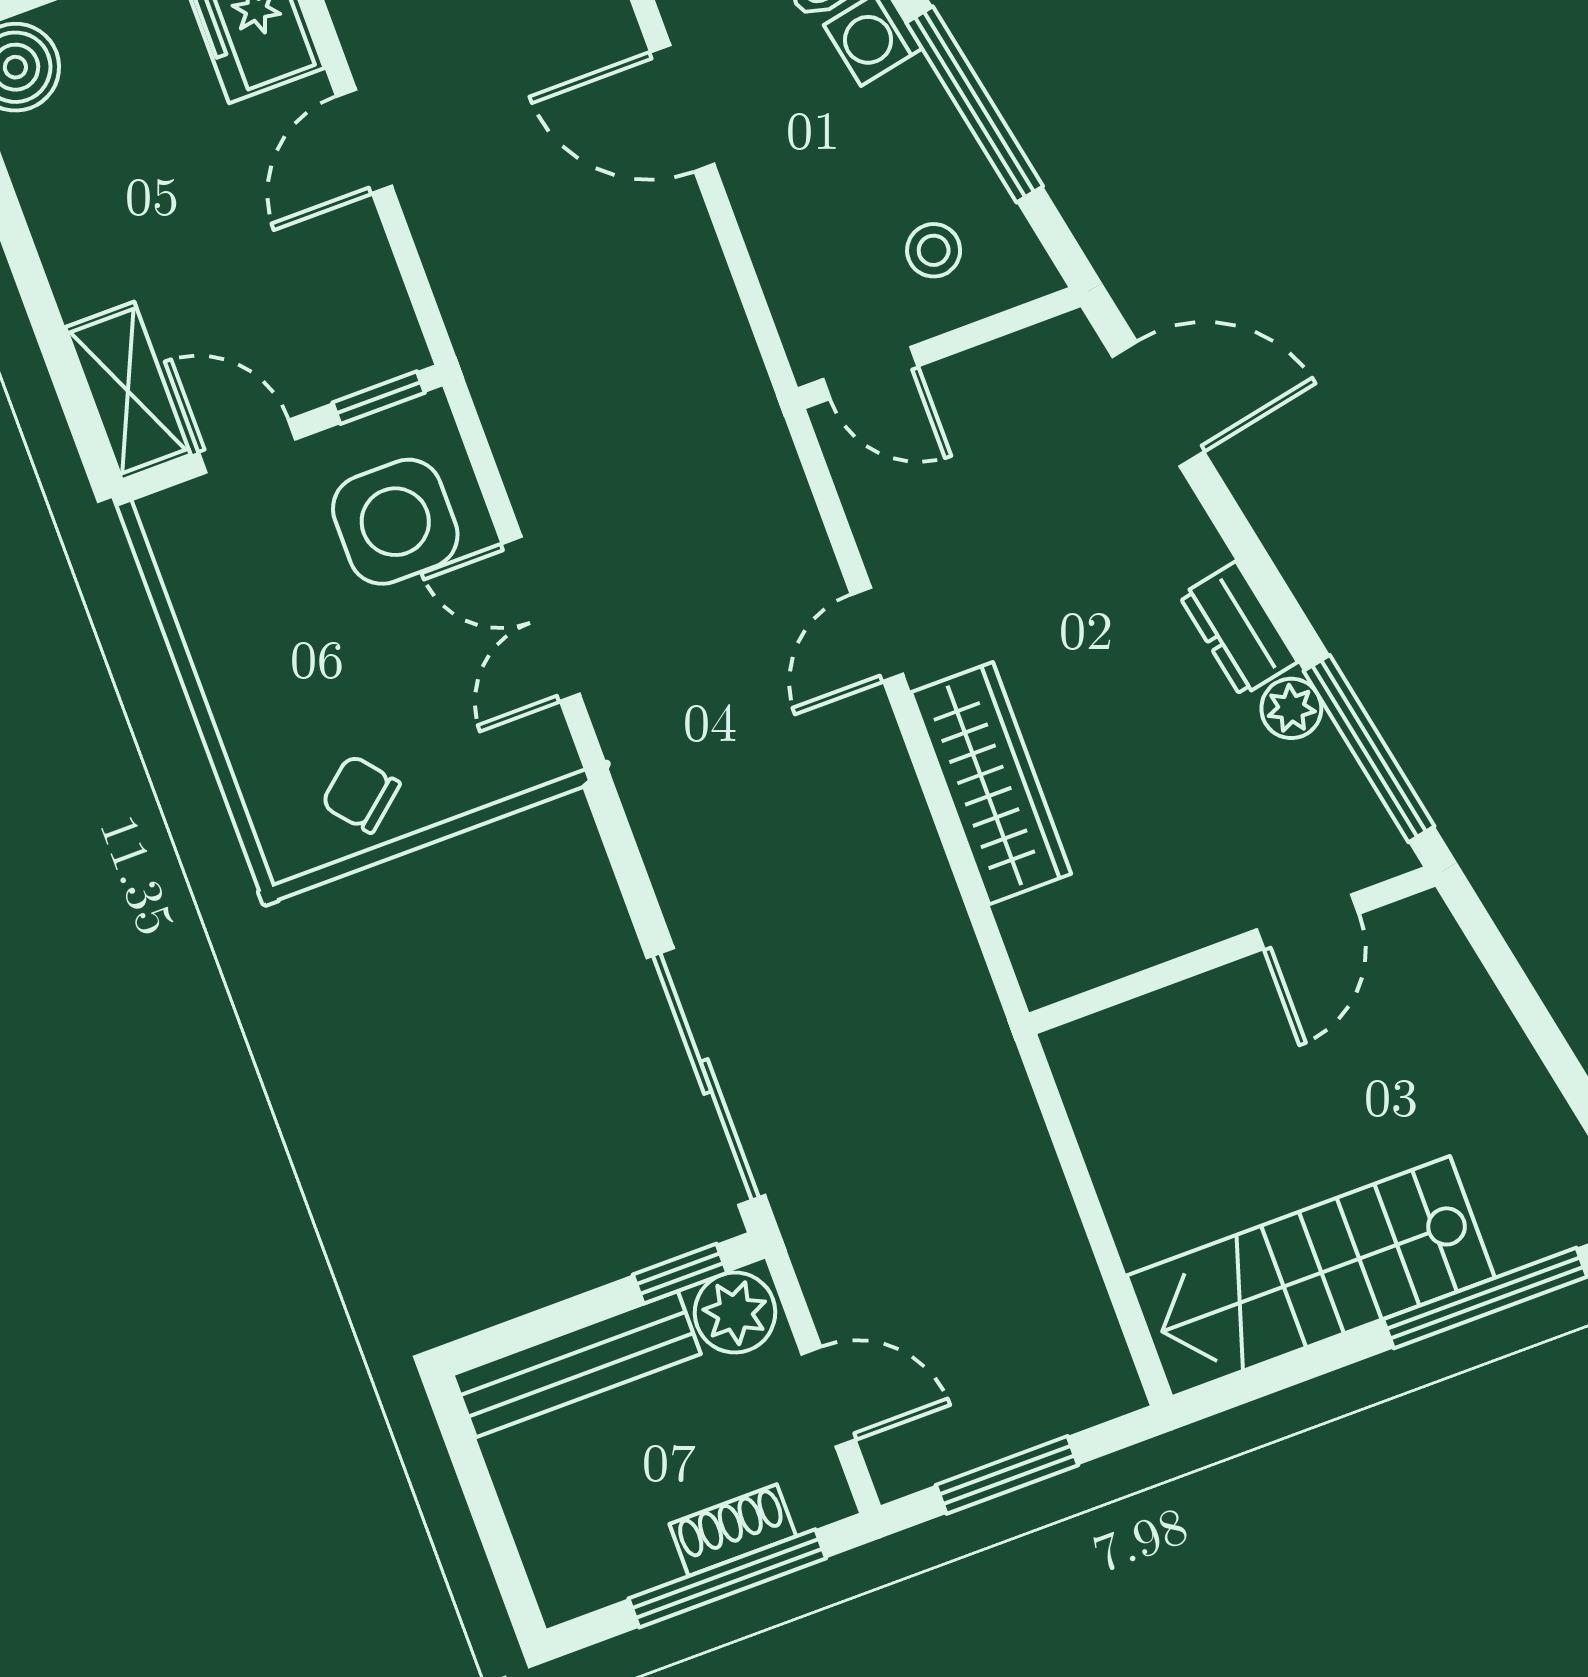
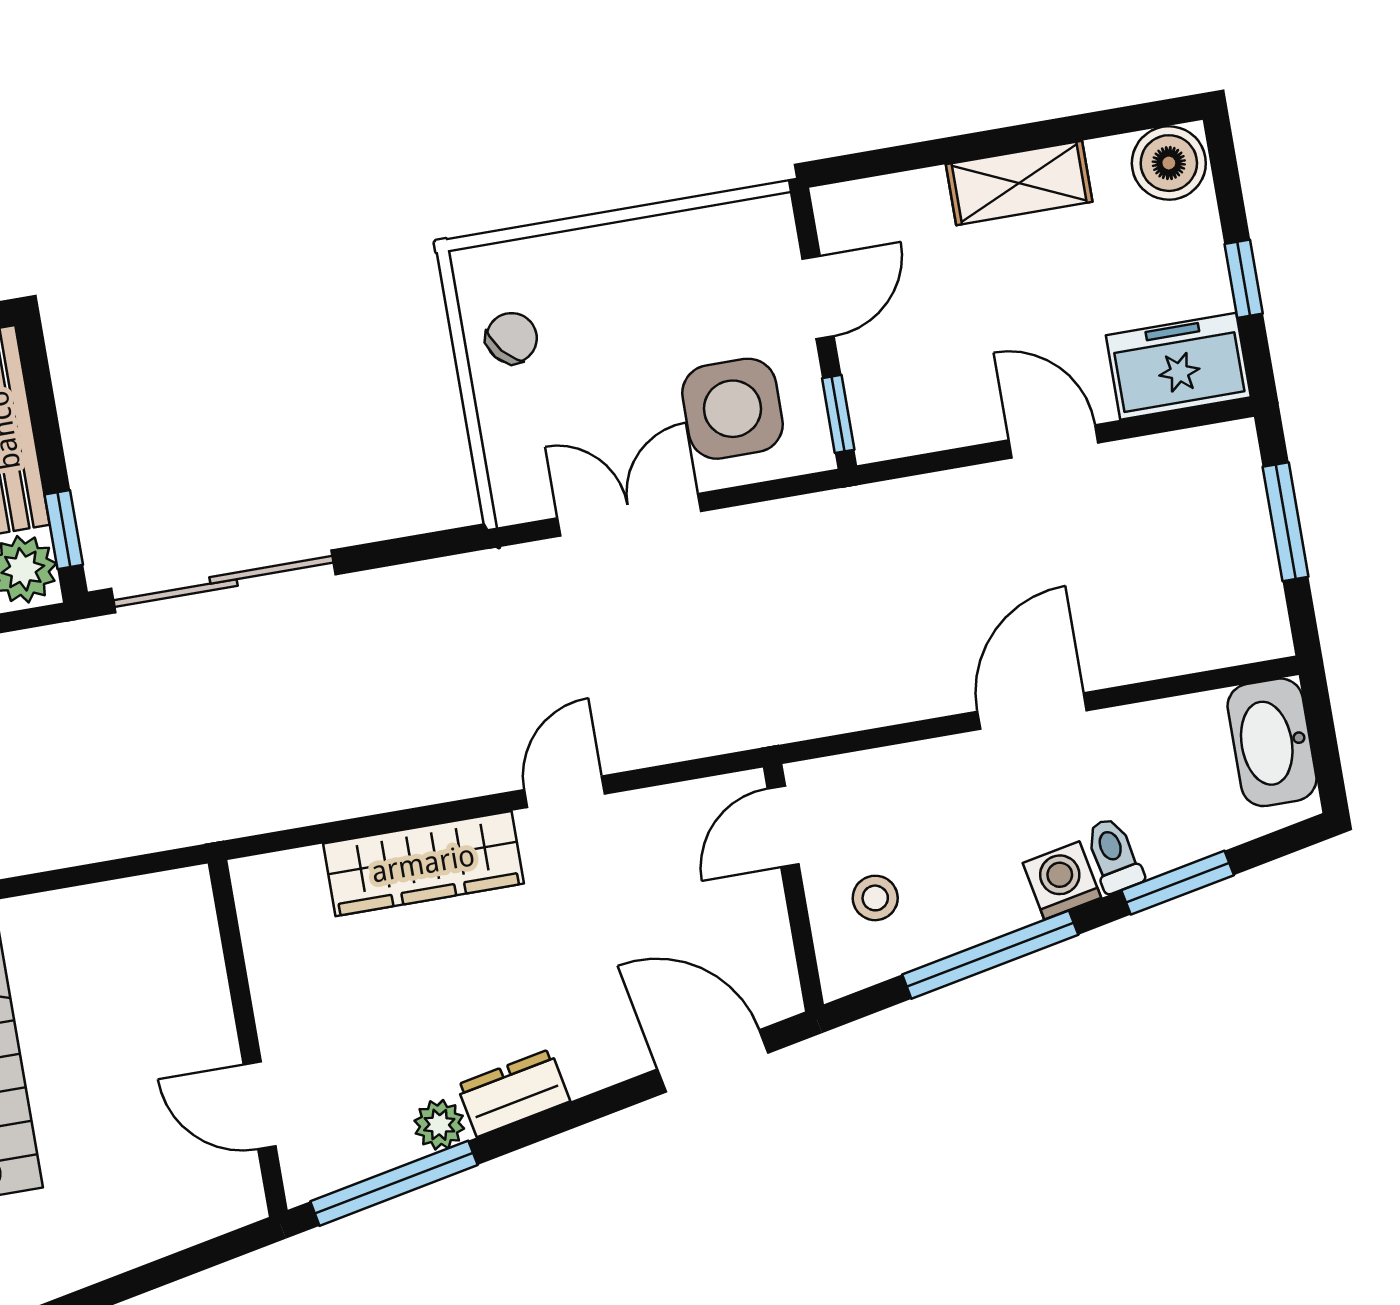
shelving: (128, 391) -> (1019, 183), moved
door: (1158, 404) -> (713, 1061), swing flipped
door: (877, 634) -> (565, 792), hinge flipped

